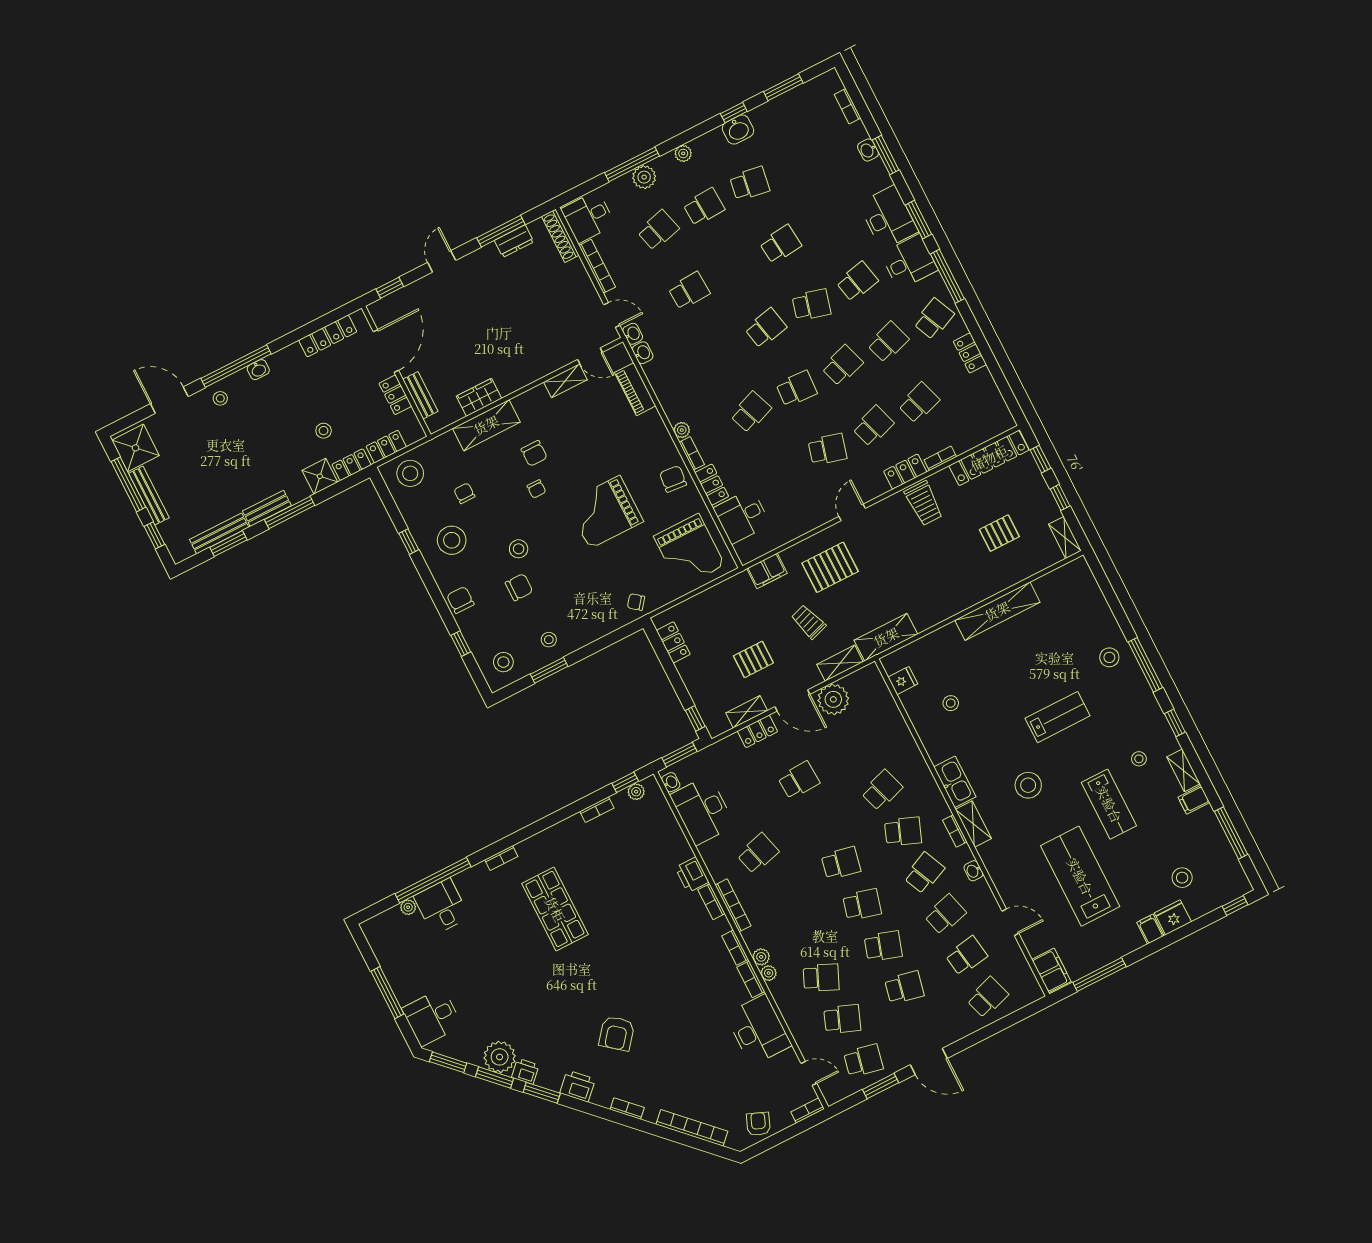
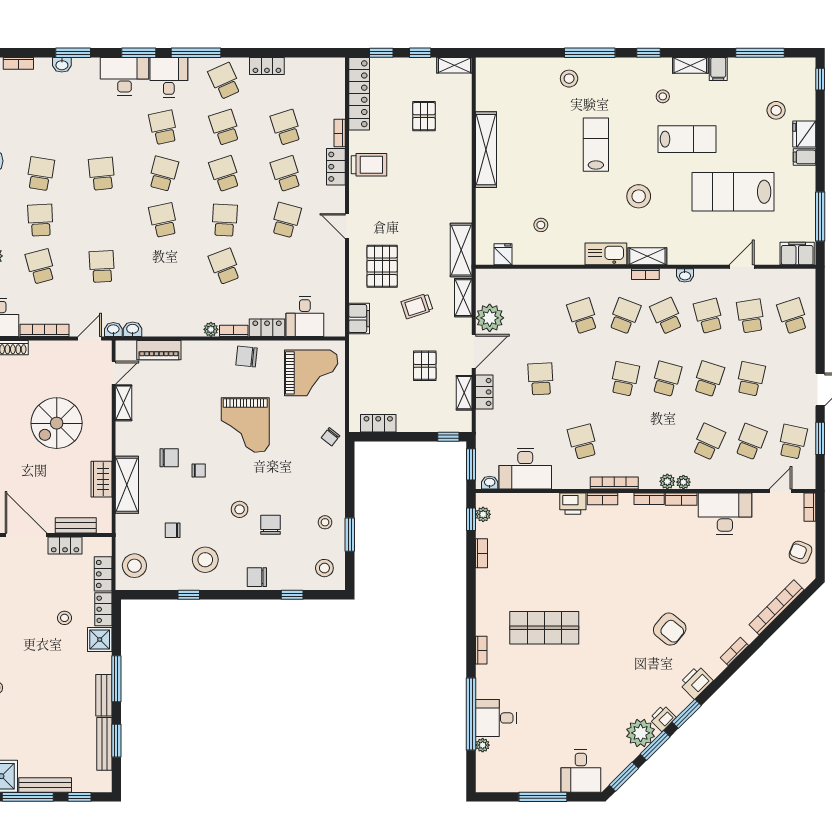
spiral stairs: (512, 325) -> (57, 423), added

